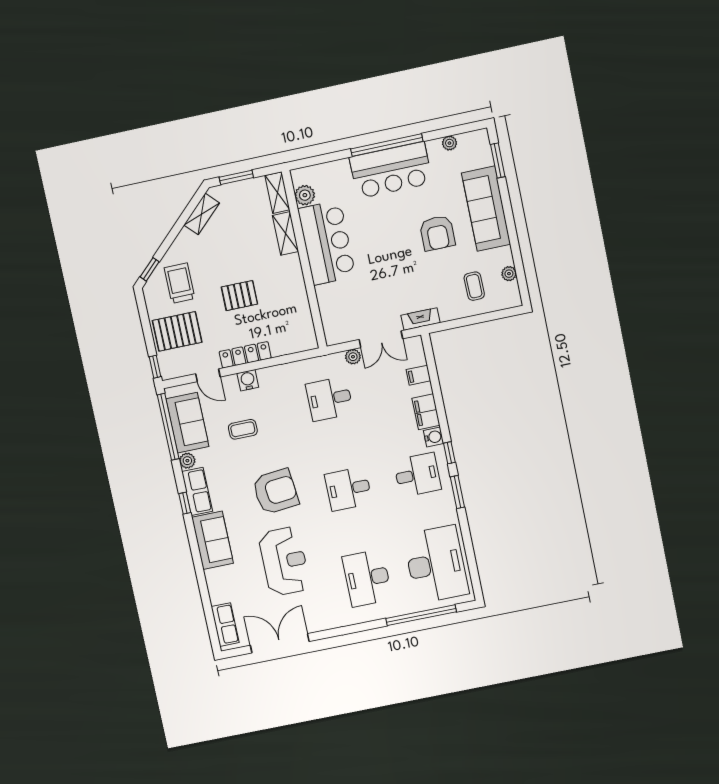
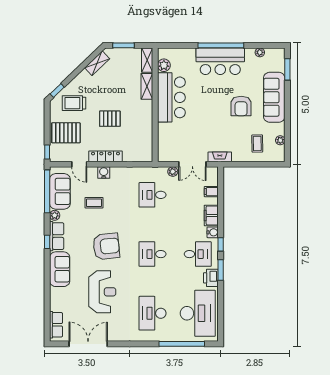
trolley: (180, 283) -> (74, 103), turned -90
printer: (445, 507) -> (211, 278), added

